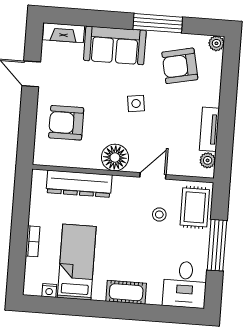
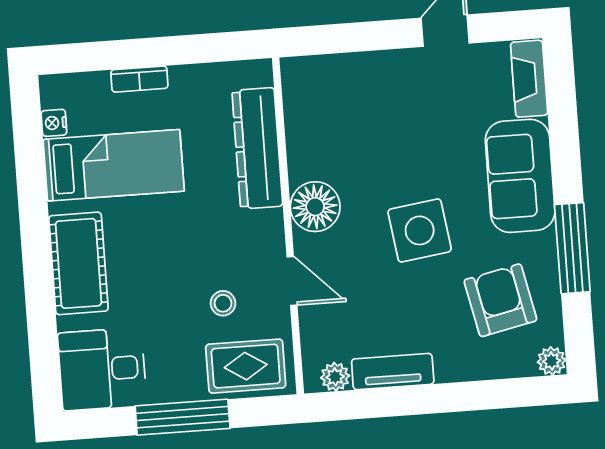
side table: (136, 103) -> (420, 230), width x1.87, depth x1.87
armchair: (66, 123) -> (365, 108), removed
cot: (126, 292) -> (79, 263), width x1.37, depth x1.34

